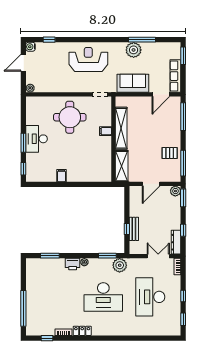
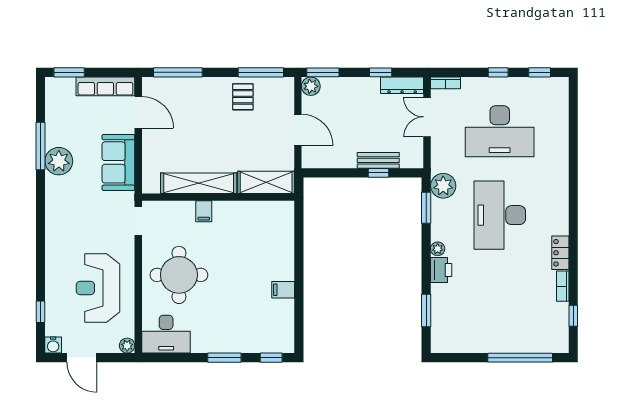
reception desk: (88, 59) -> (98, 288), moved
desk: (37, 139) -> (166, 334), moved
desk: (103, 297) -> (500, 215), turned 180

